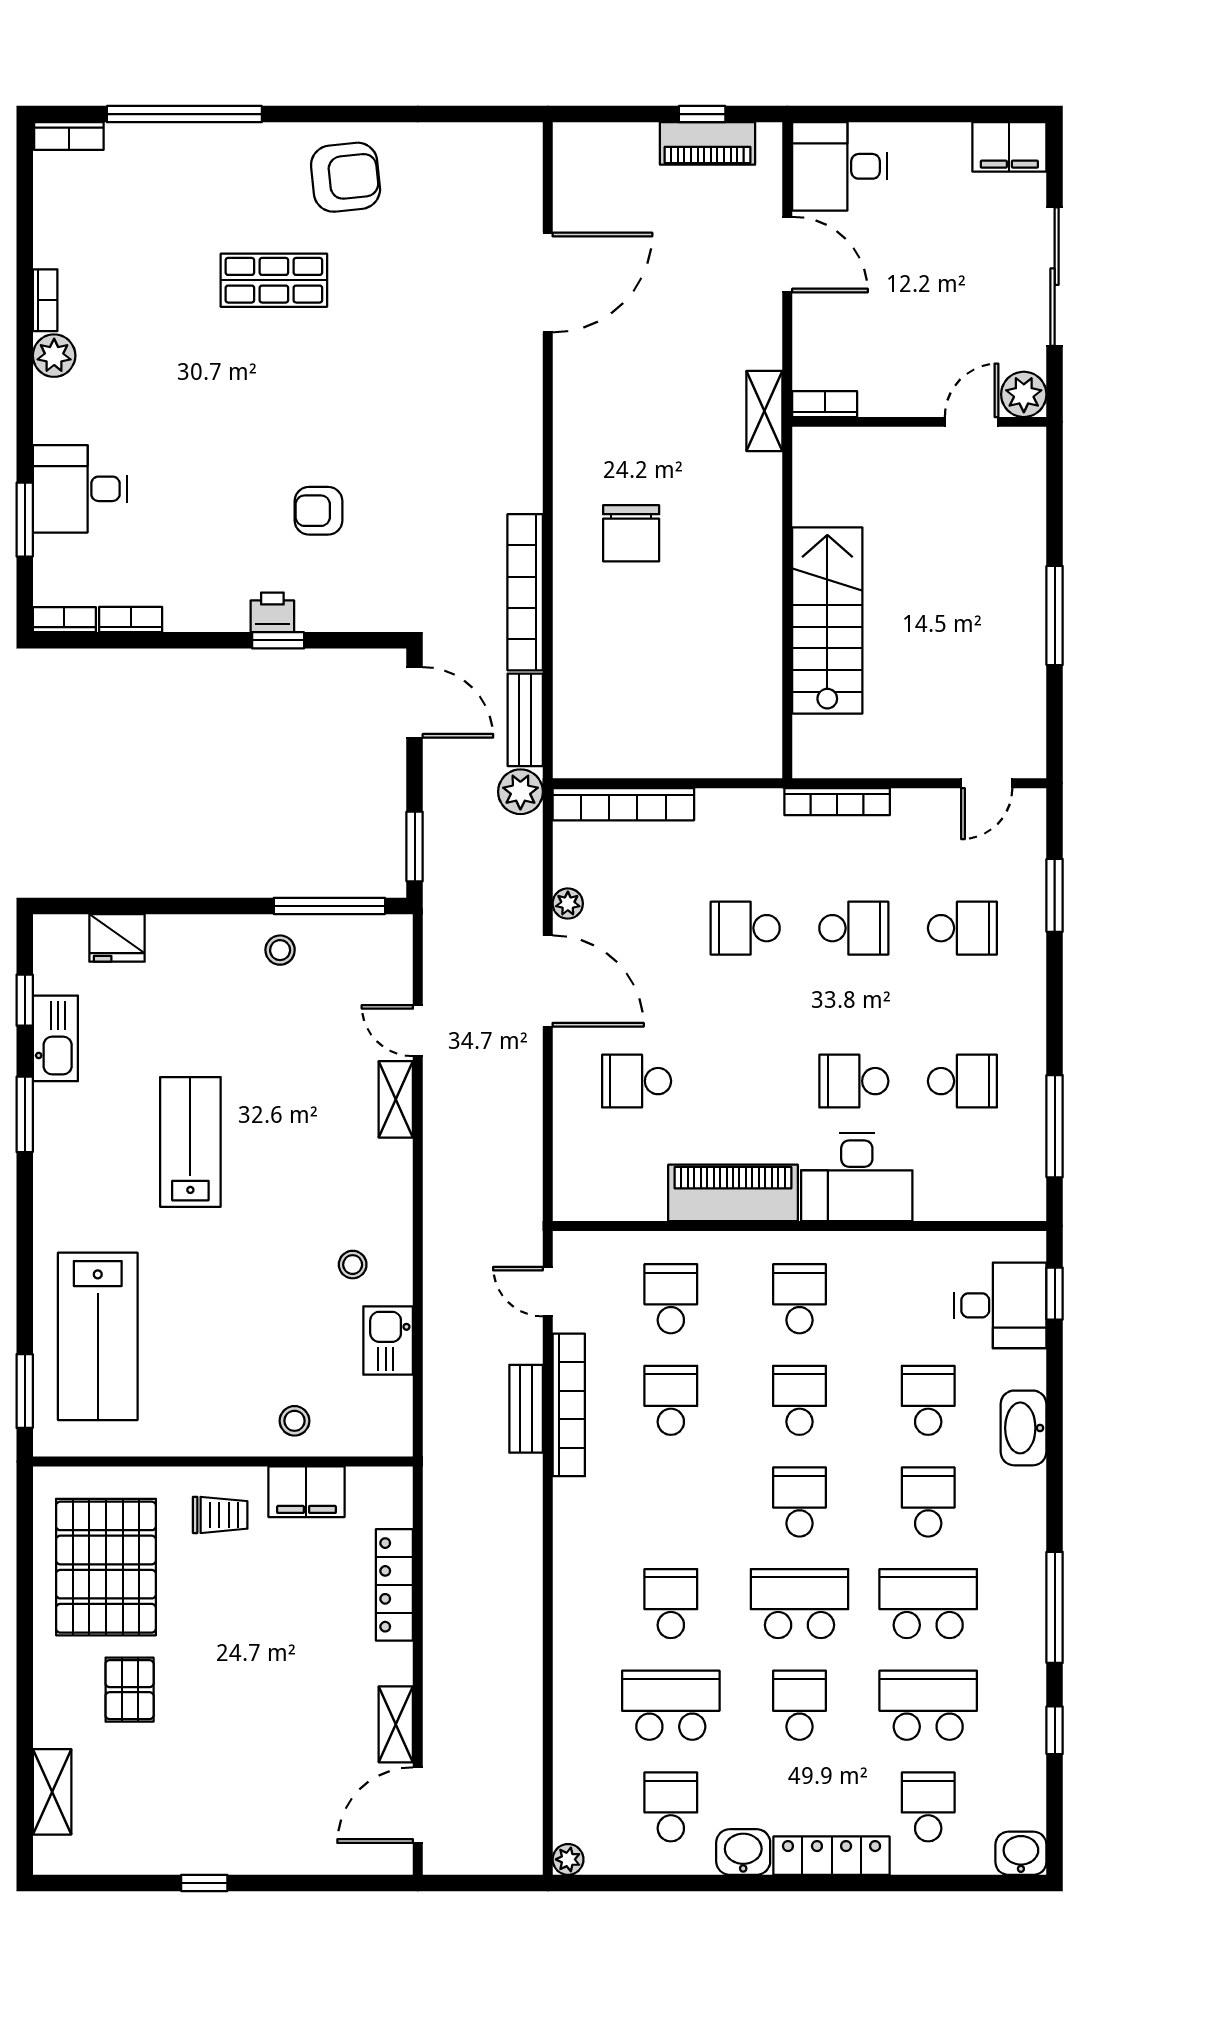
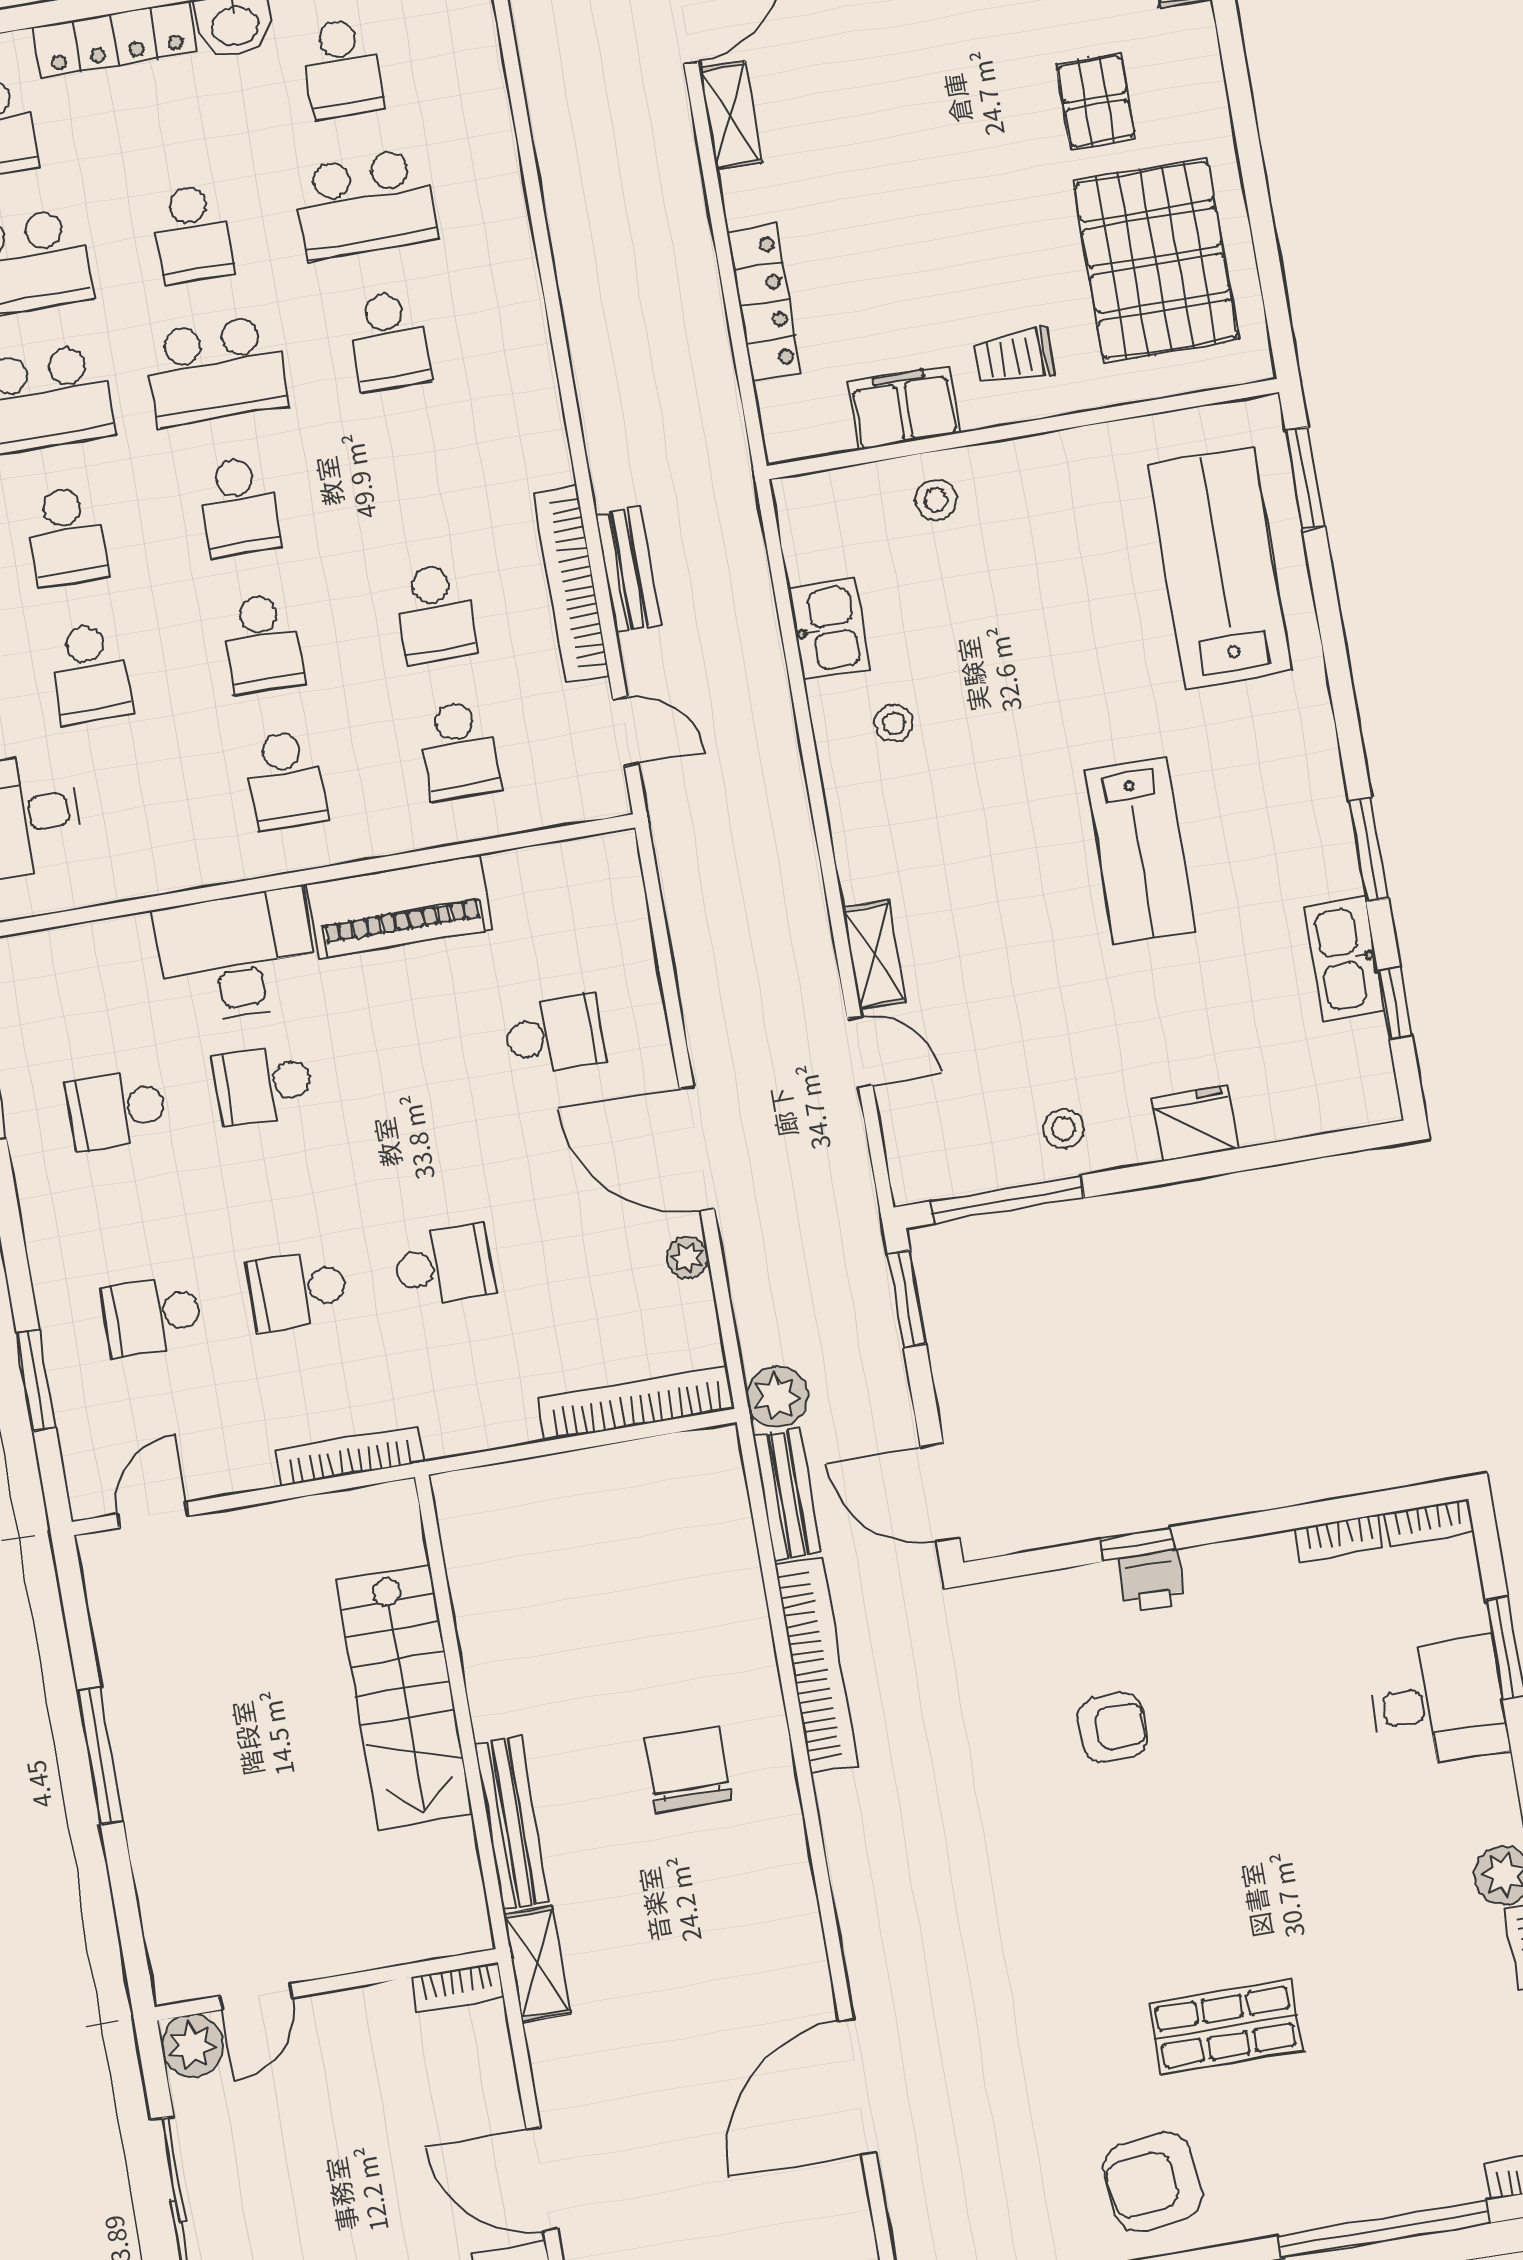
bench: (765, 516) -> (512, 1823), added
fridge: (117, 938) -> (1194, 1123), moved
school desk: (854, 1081) -> (263, 1085), turned 180

